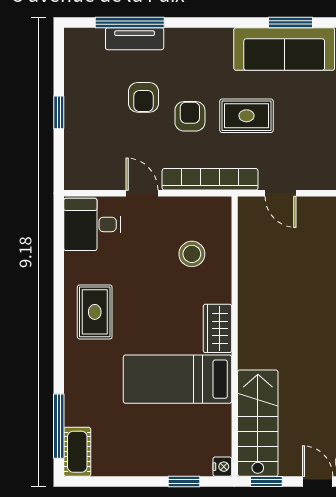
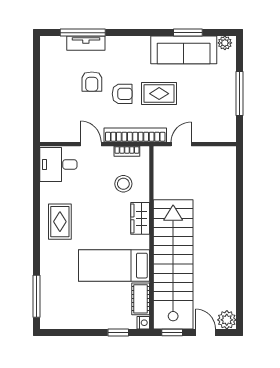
window: (59, 112) -> (36, 91), removed
armchair: (190, 116) -> (122, 94), turned 90
door: (280, 193) -> (181, 144), swing flipped
bookcase: (197, 204) -> (127, 151), added
wardrobe: (217, 328) -> (140, 218), moved
stairs: (258, 423) -> (173, 264), width x1.86, depth x1.51
cot: (77, 452) -> (141, 299), moved

